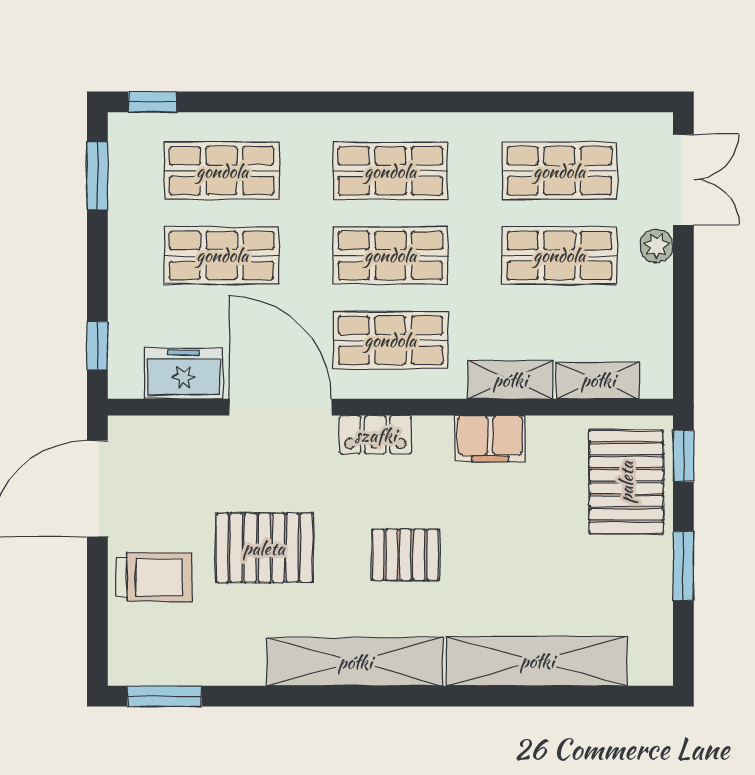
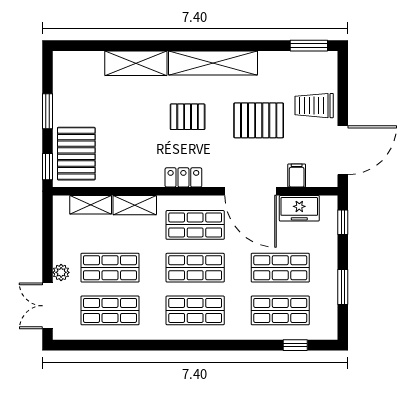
window: (152, 102) -> (295, 345), moved
window: (97, 176) -> (343, 287), moved
locker: (375, 435) -> (183, 177), moved
filing cabinet: (490, 438) -> (297, 175), moved, width x0.50
shelving: (537, 661) -> (136, 63), width x0.68

